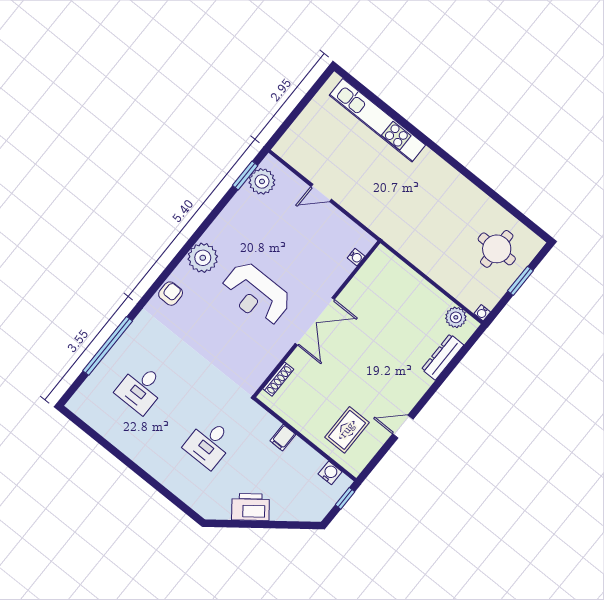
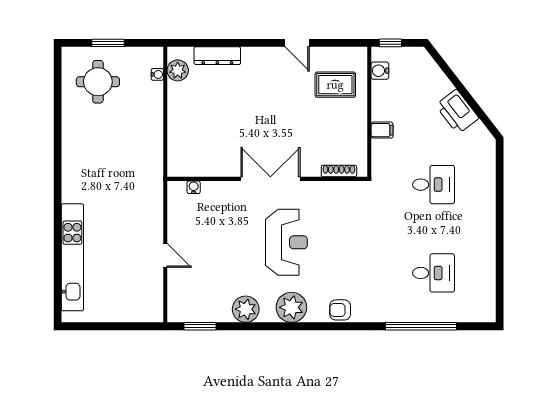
plant: (262, 181) -> (246, 309), moved
water cooler: (482, 313) -> (157, 74), moved

